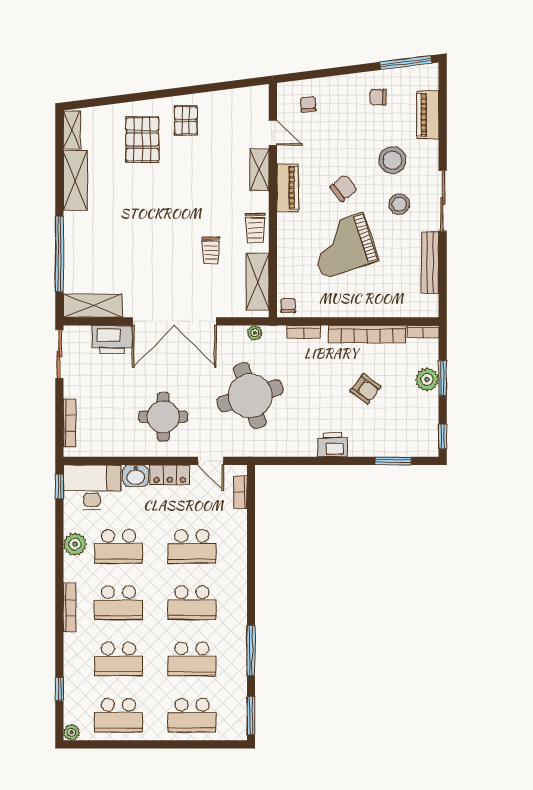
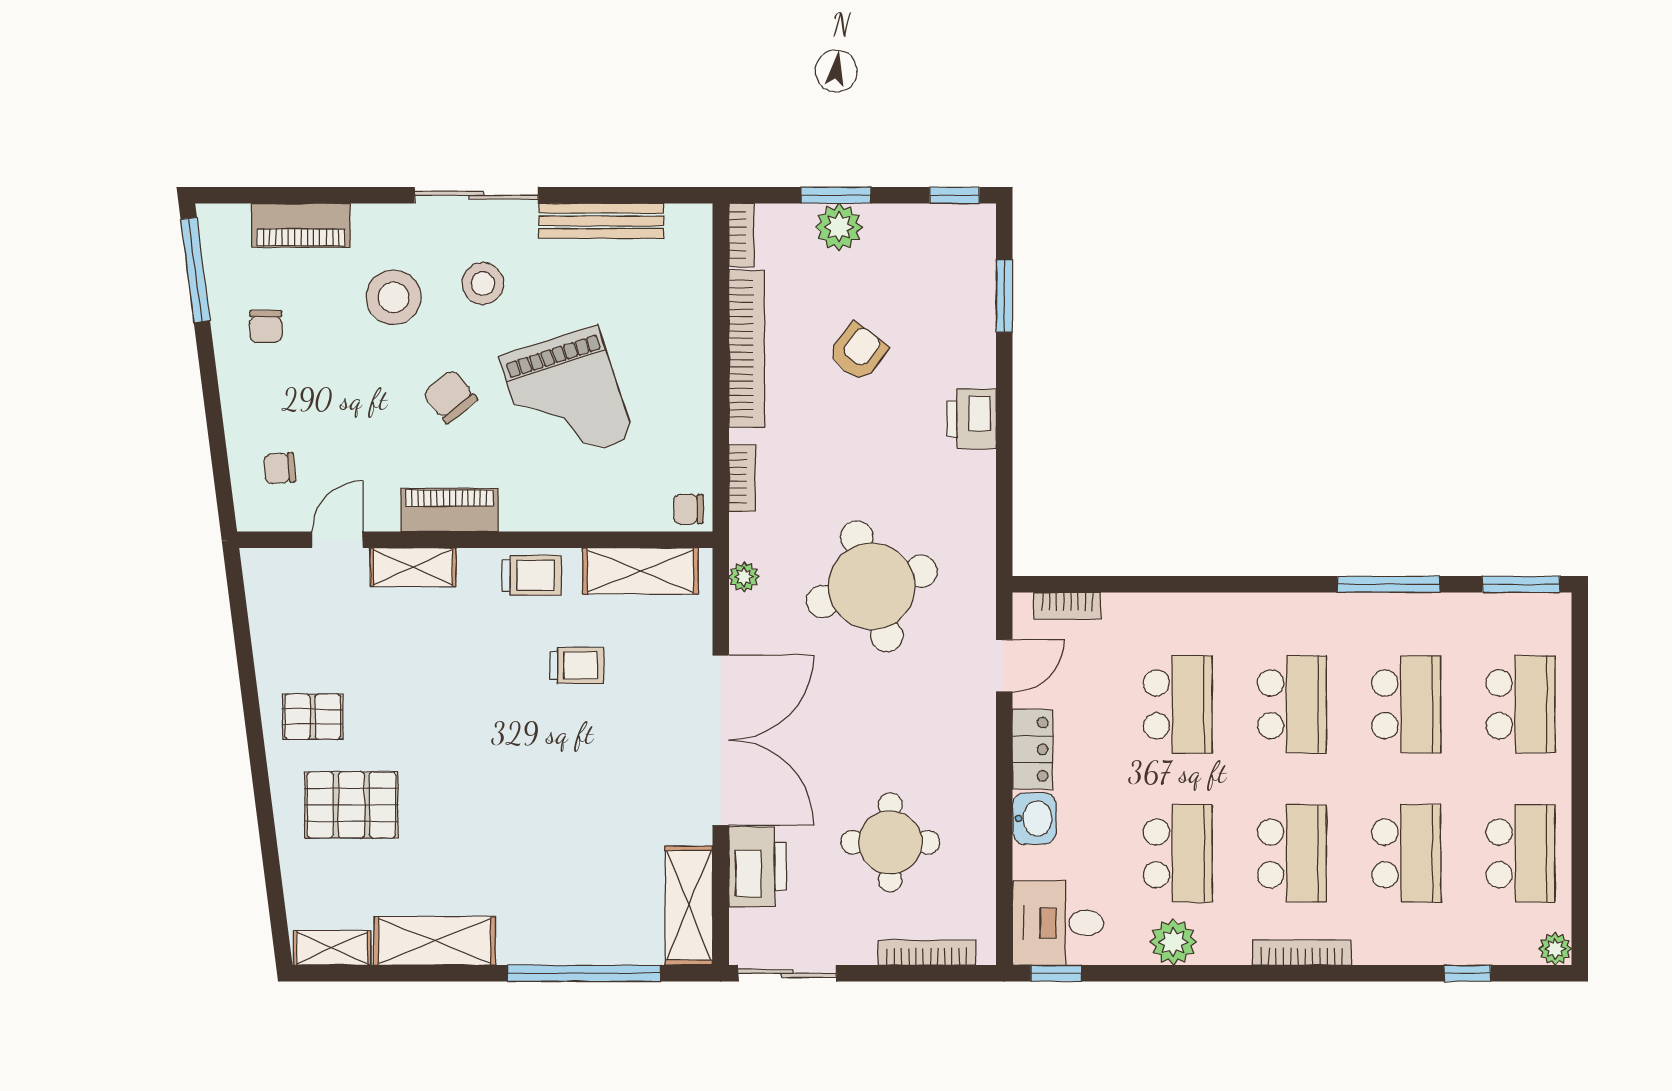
round table: (163, 417) -> (890, 842), moved
desk: (92, 487) -> (1058, 923), width x0.73

